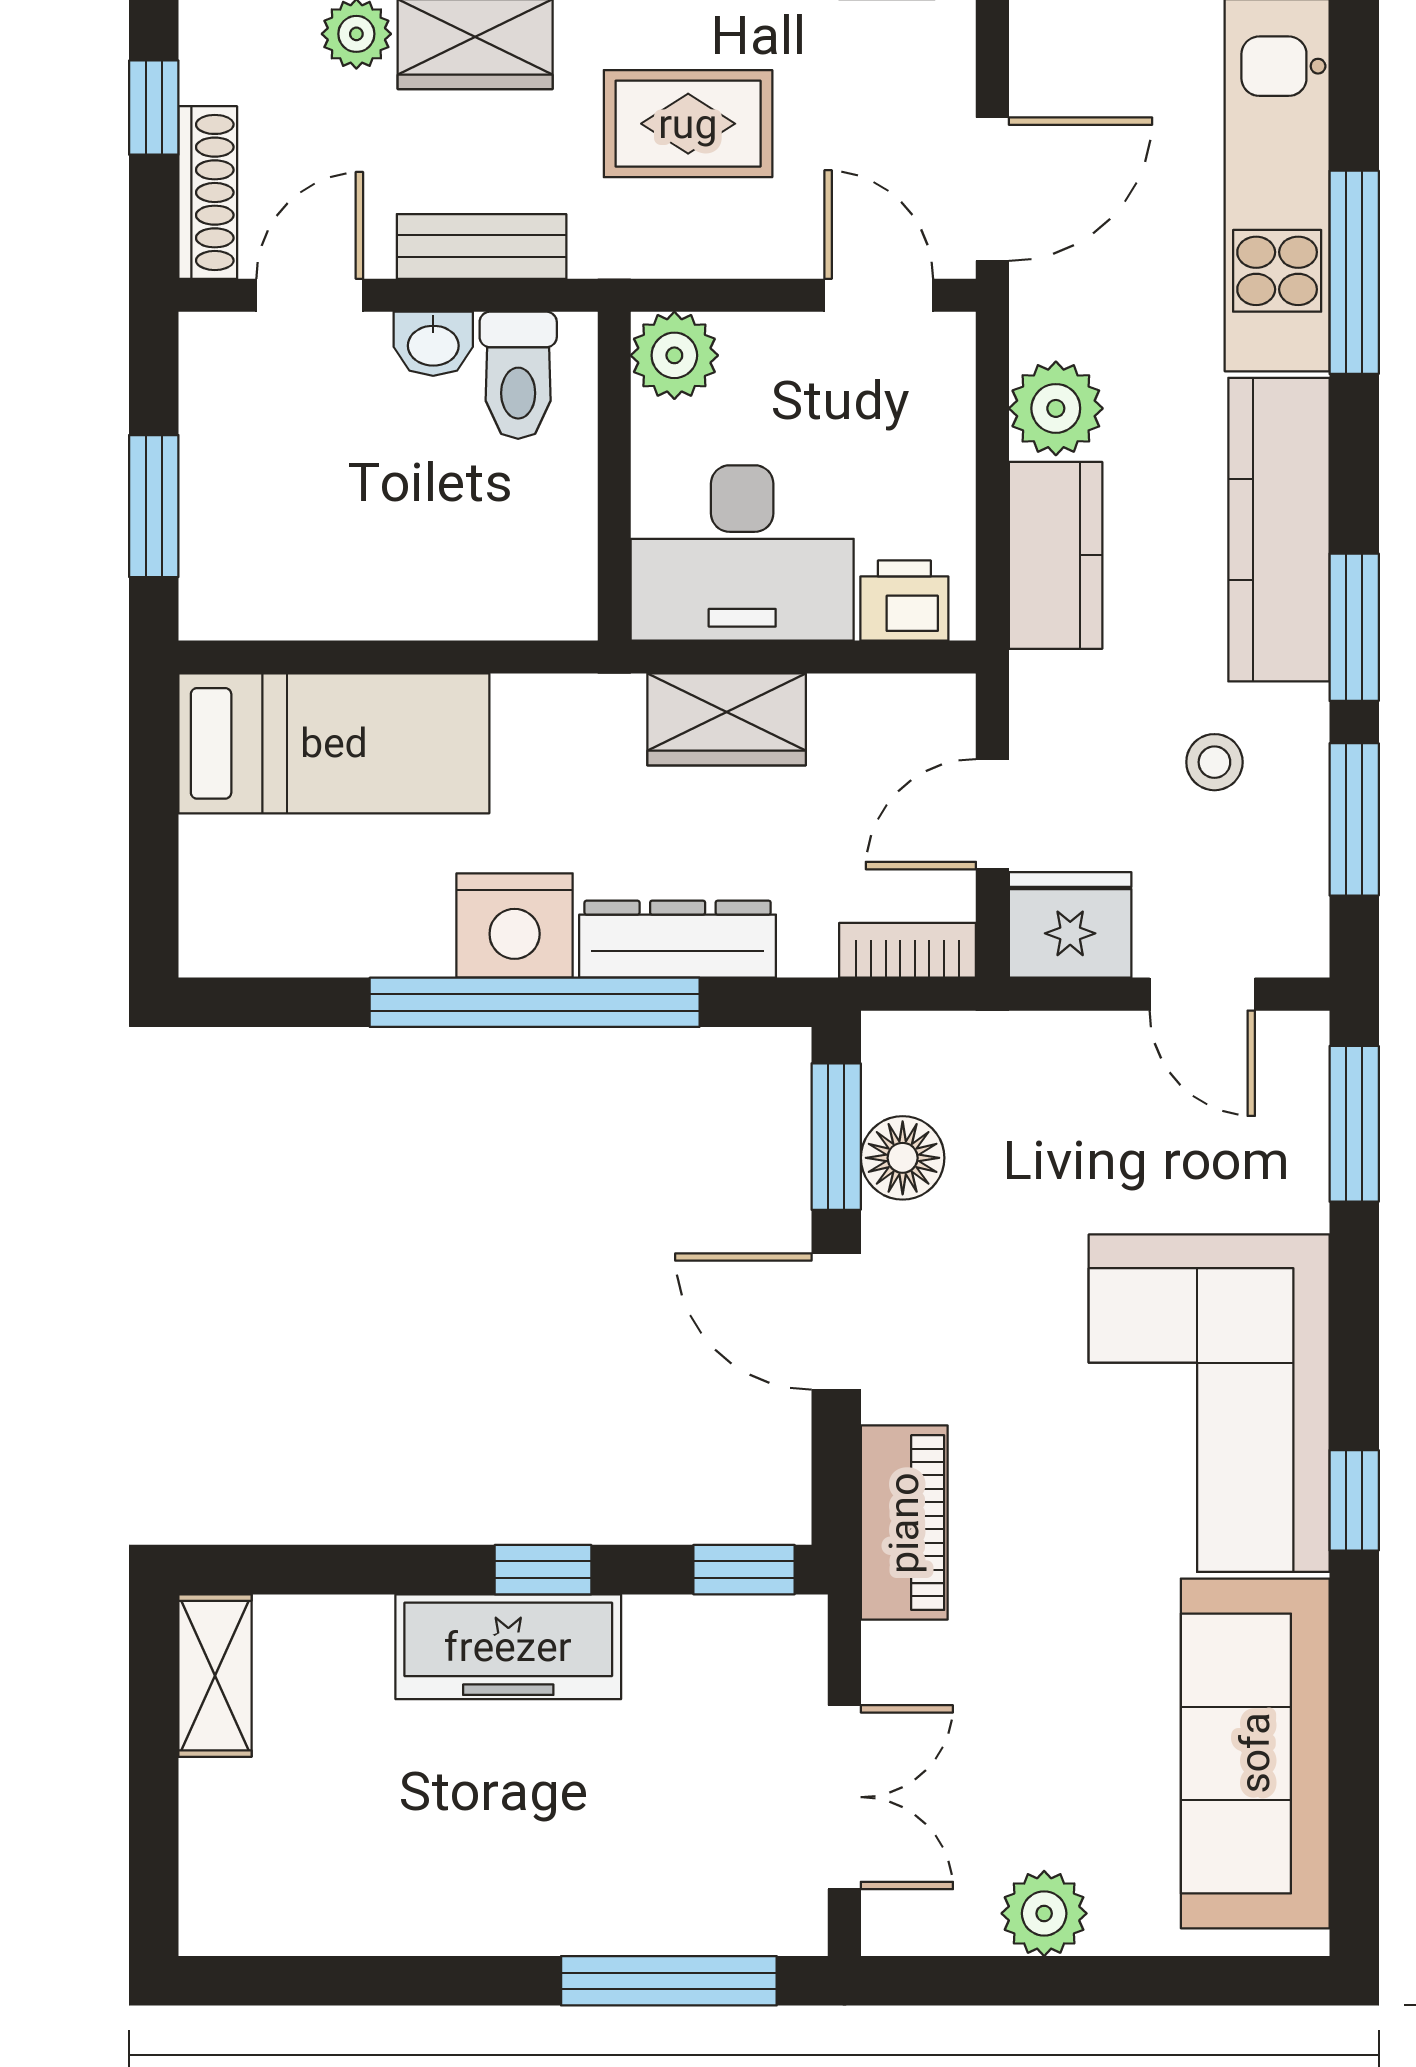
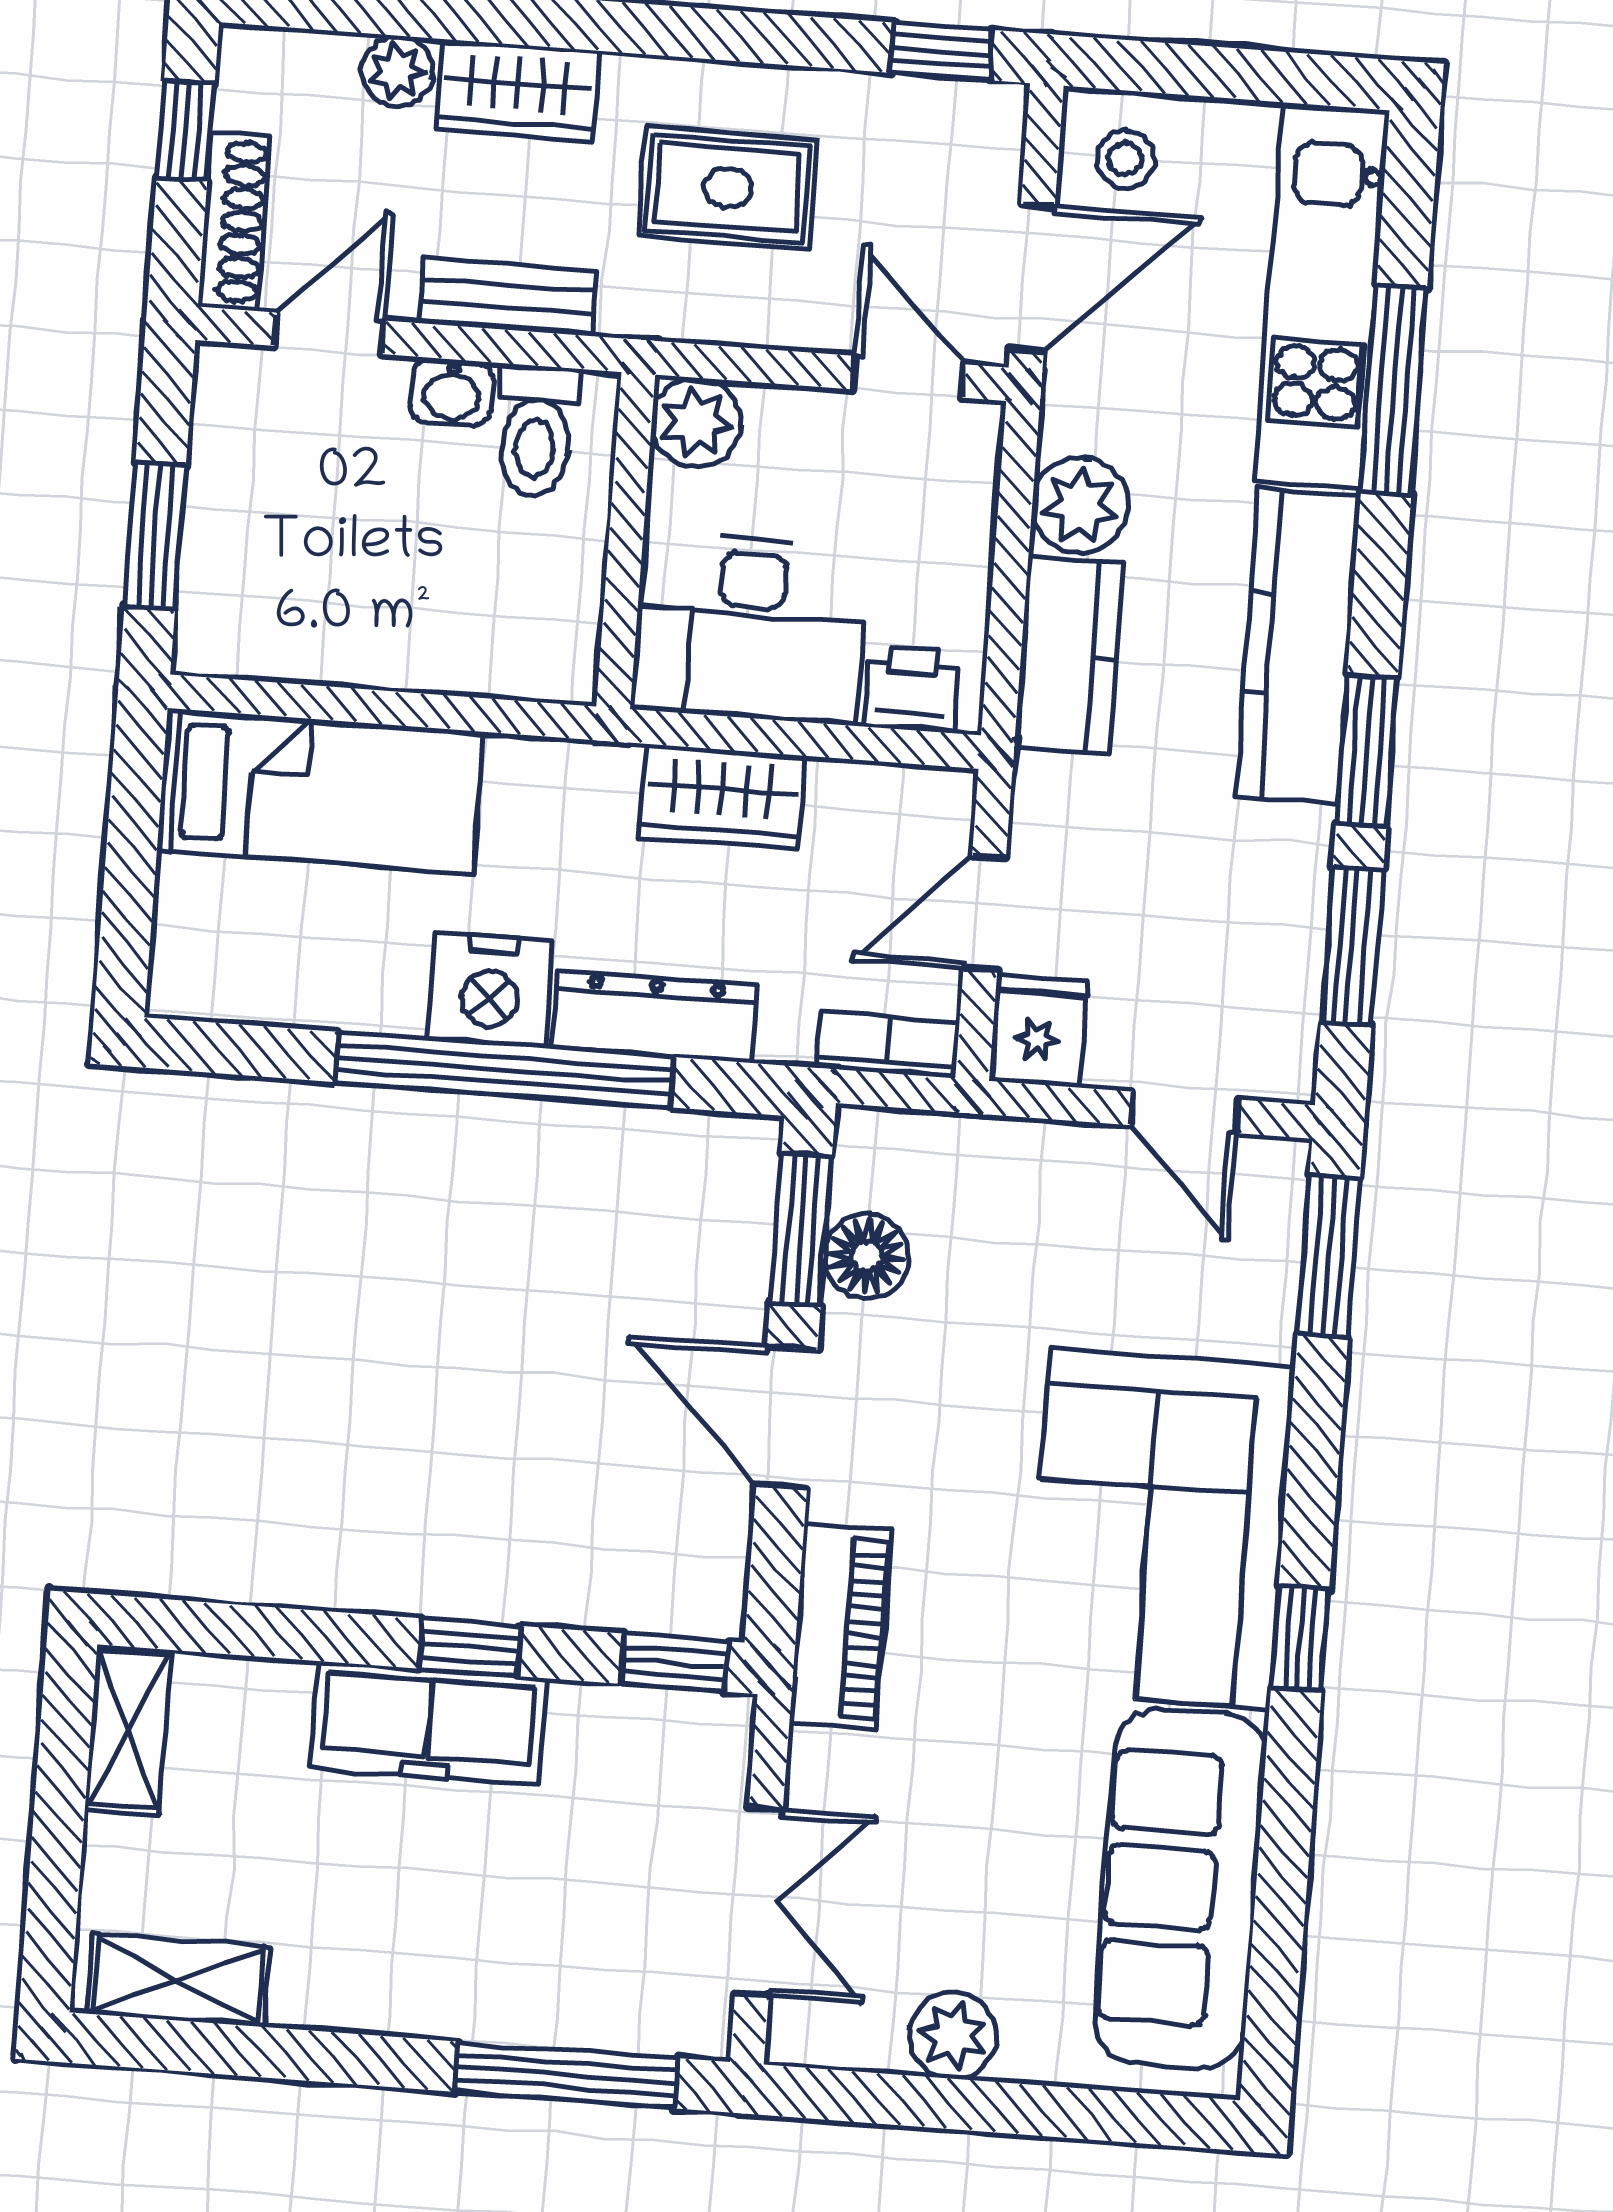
stool: (1214, 762) -> (1125, 159), moved
fridge: (1070, 925) -> (1038, 1031), width x0.72
shelving: (282, 1917) -> (178, 1980), added

